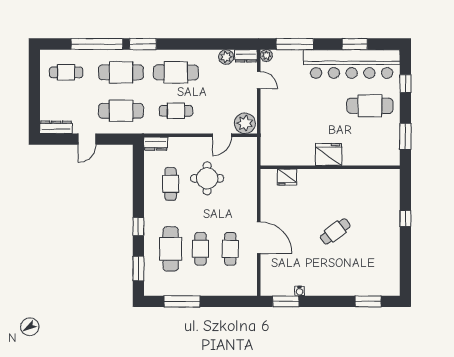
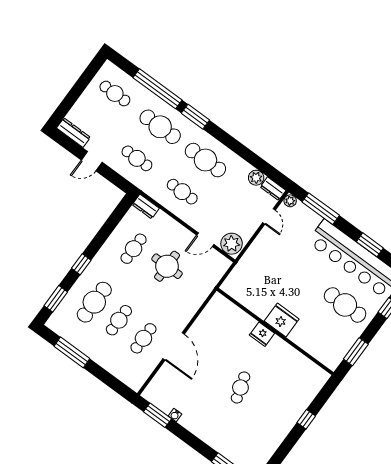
cafe table: (121, 111) -> (137, 158), width x0.73, depth x0.74
fridge: (287, 177) -> (262, 334), moved
cafe table: (335, 231) -> (240, 387), turned -70

